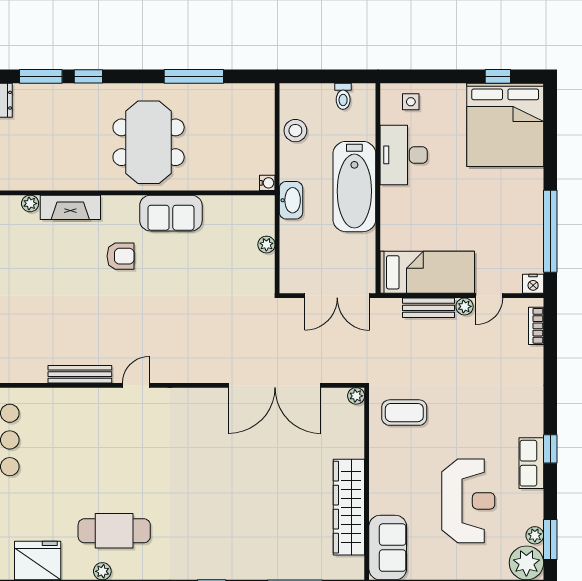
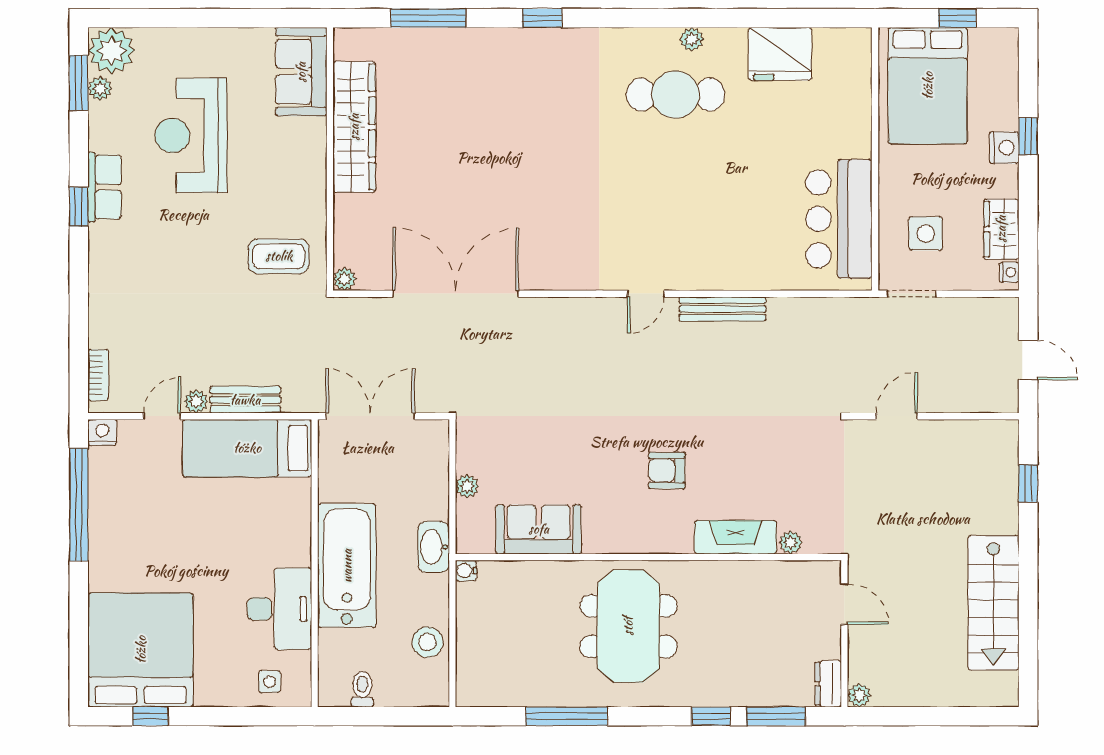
sofa: (171, 213) -> (539, 529), moved

